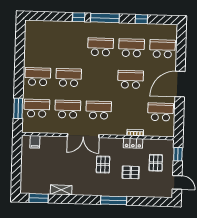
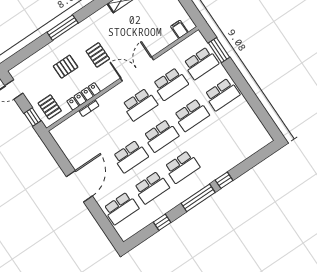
school desk: (161, 112) -> (161, 136), moved
locker: (133, 143) -> (84, 96), width x1.53
pallet: (156, 163) -> (50, 107), moved

